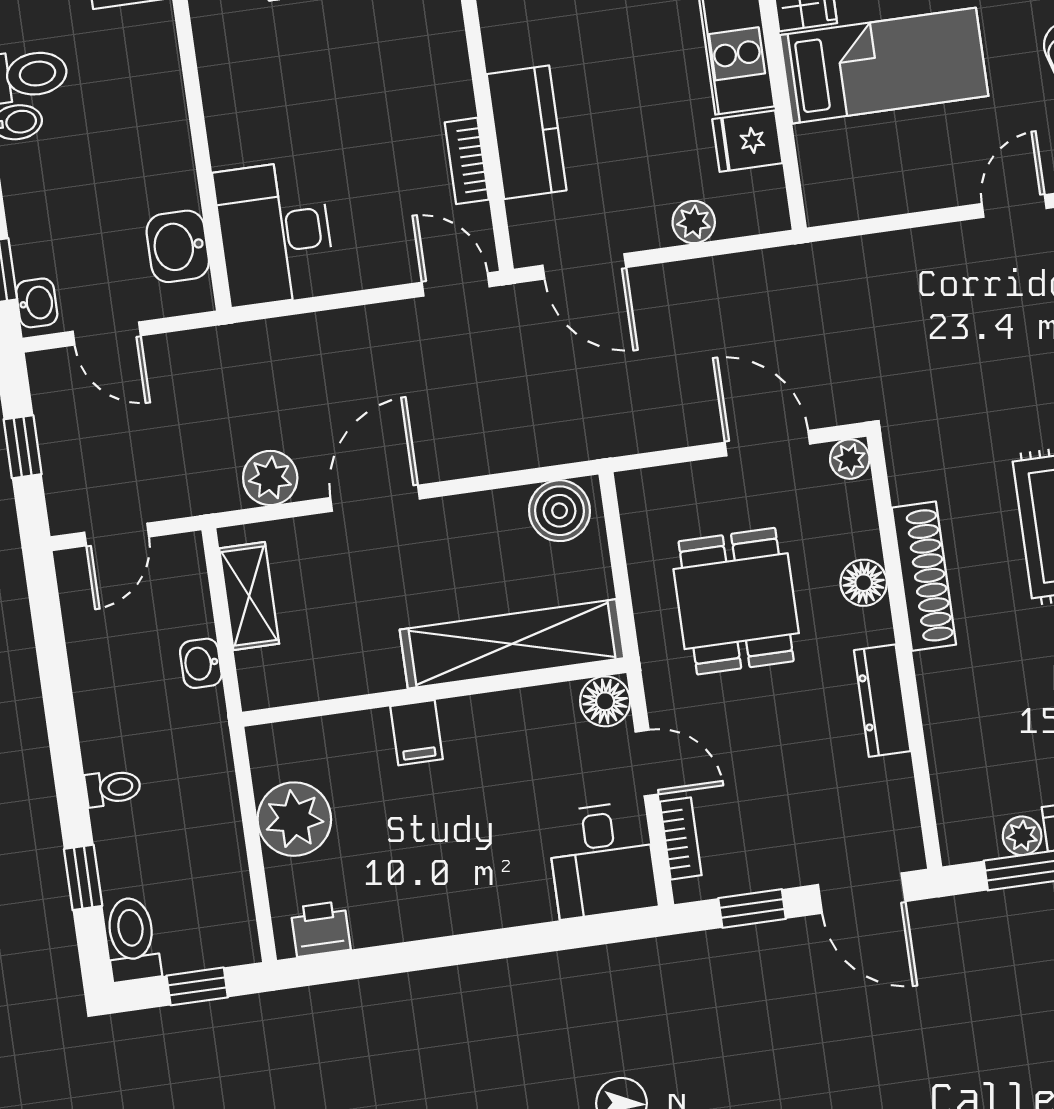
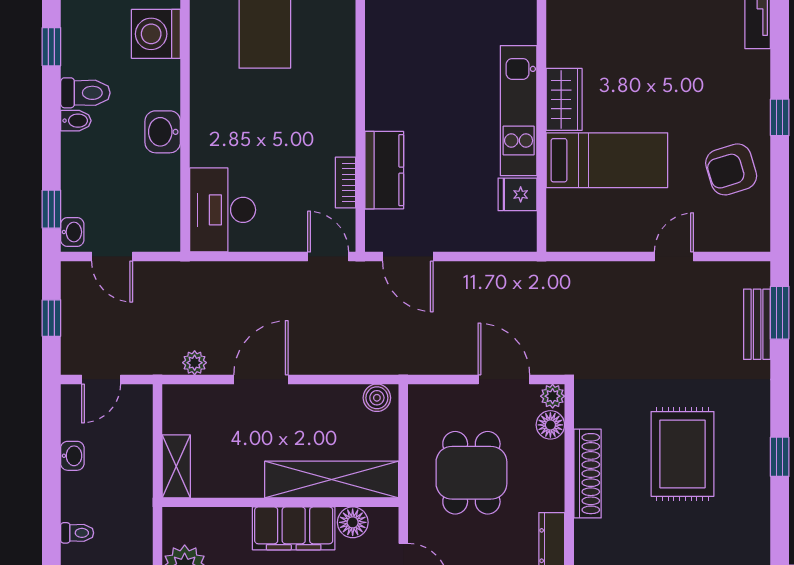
plant: (694, 222) -> (478, 239), removed
washbasin: (178, 246) -> (163, 132), moved
plant: (270, 478) -> (195, 363), width x0.73, depth x0.73
boiler: (560, 511) -> (377, 398), width x0.73, depth x0.73
floor lamp: (864, 583) -> (550, 425), moved
shelving: (249, 596) -> (176, 466), moved
washbasin: (201, 663) -> (72, 456), moved, turned 180
floor lamp: (605, 701) -> (353, 522), moved
filing cabinet: (416, 733) -> (294, 528), width x3.00, depth x1.17

